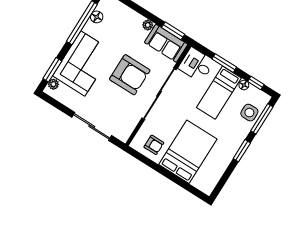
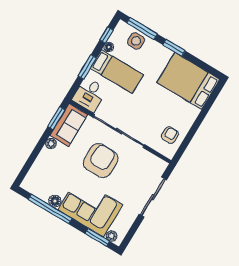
floor lamp: (97, 17) -> (55, 201), moved
bed: (188, 152) -> (188, 81), moved

